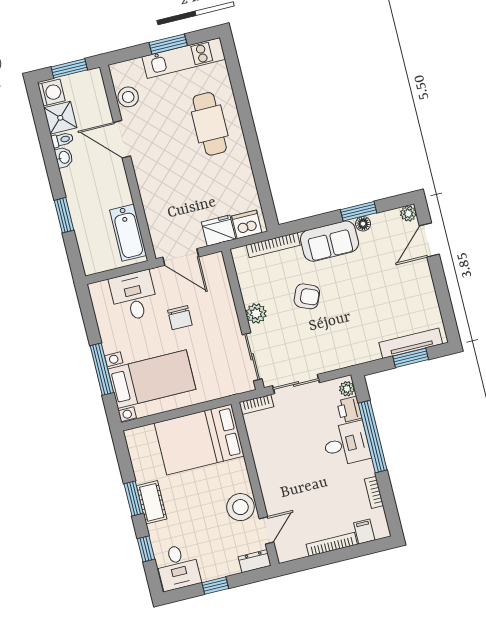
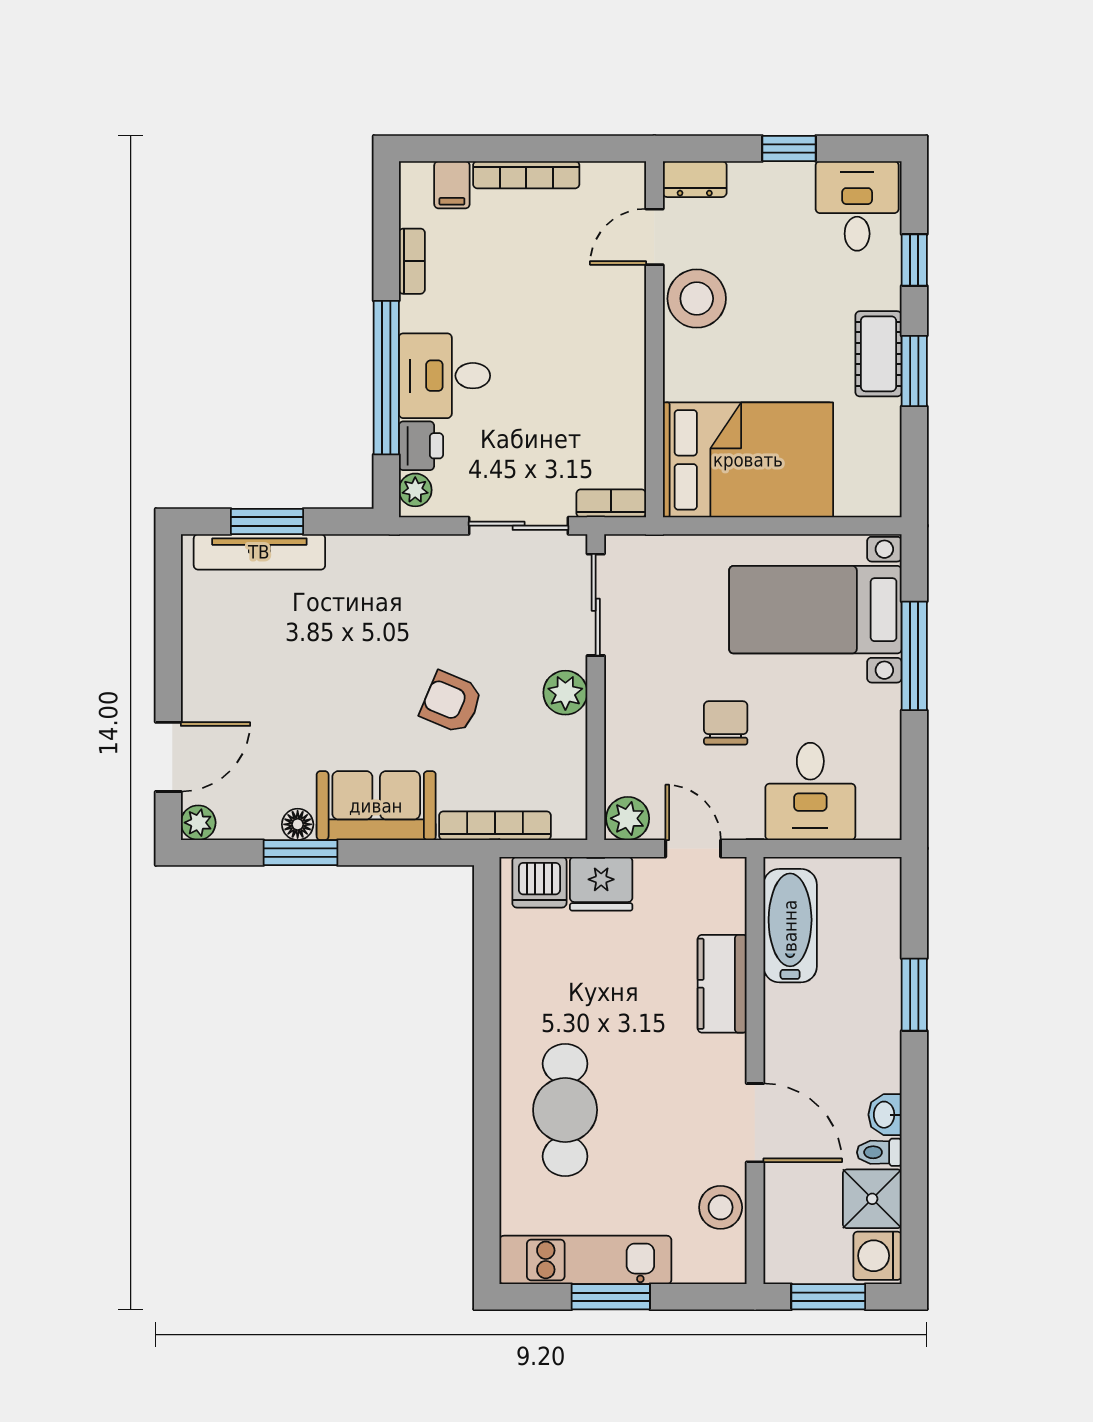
kitchen counter: (152, 199) -> (722, 984), added
door: (181, 257) -> (693, 848), width x0.73
plant: (214, 263) -> (628, 818), added

